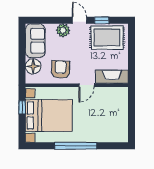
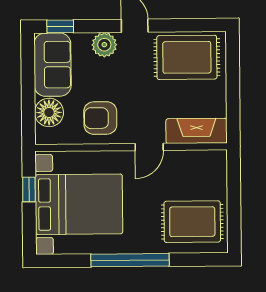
window: (102, 20) -> (60, 26), moved
armchair: (61, 69) -> (100, 118), turned -92
rug: (109, 125) -> (192, 222), added

